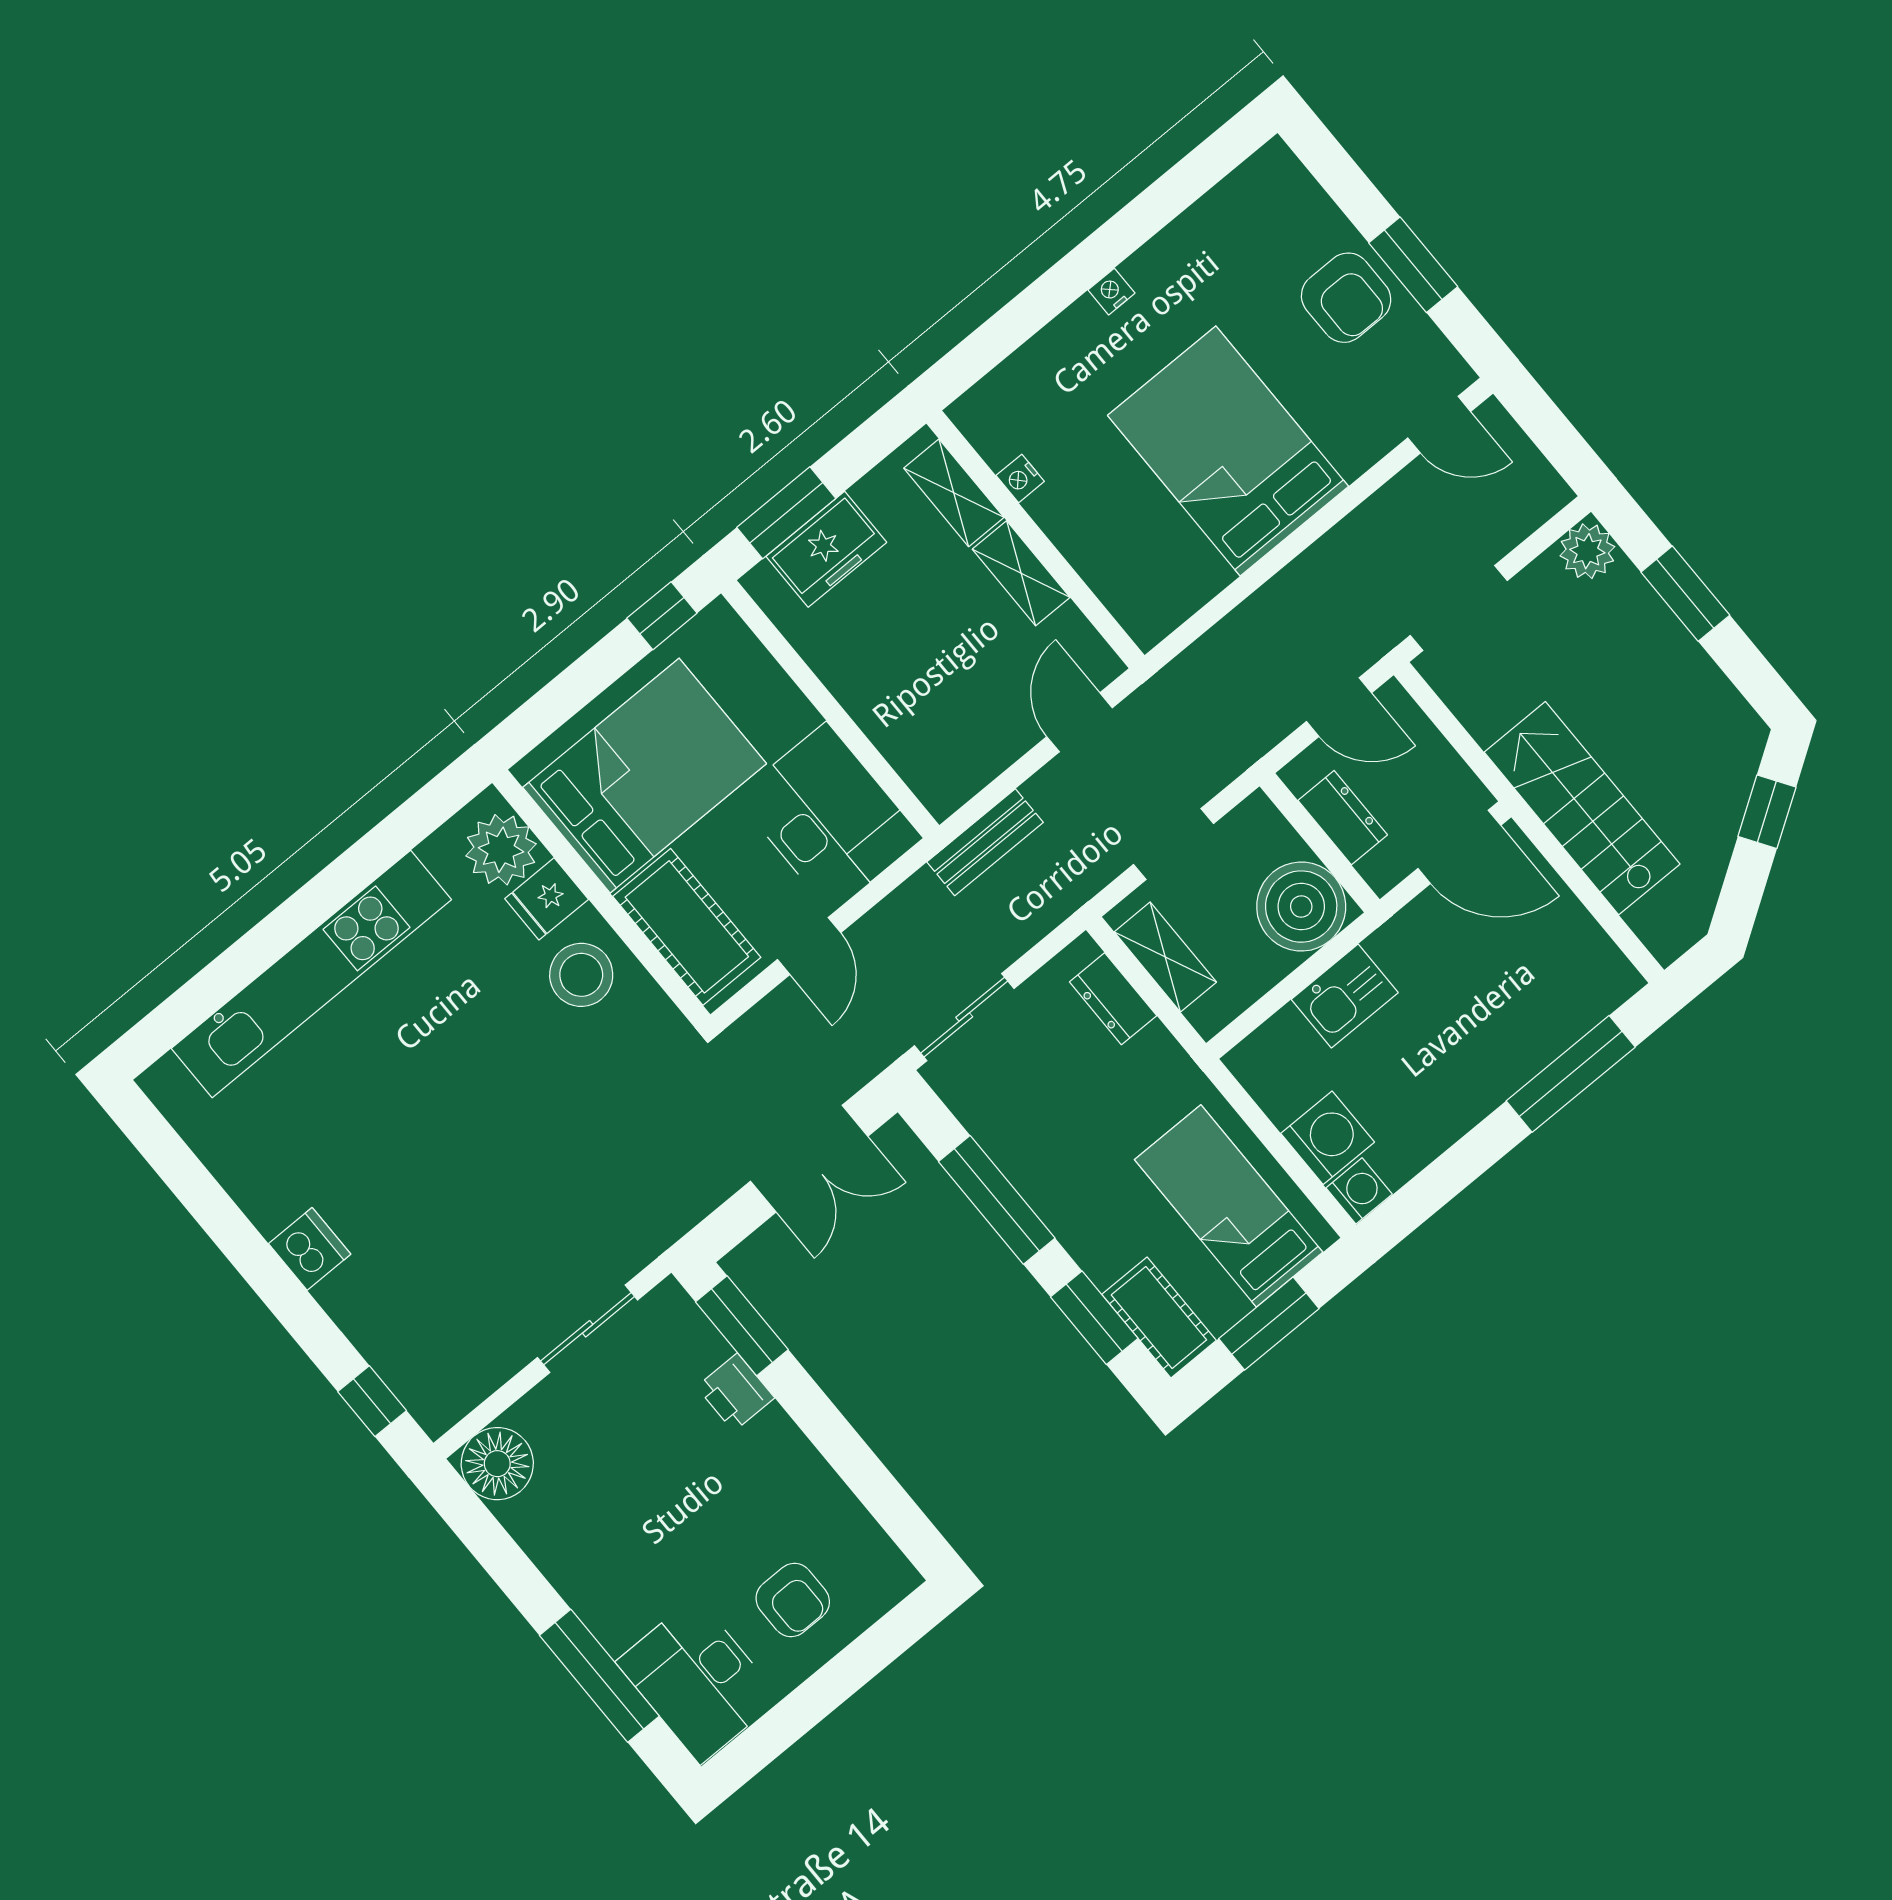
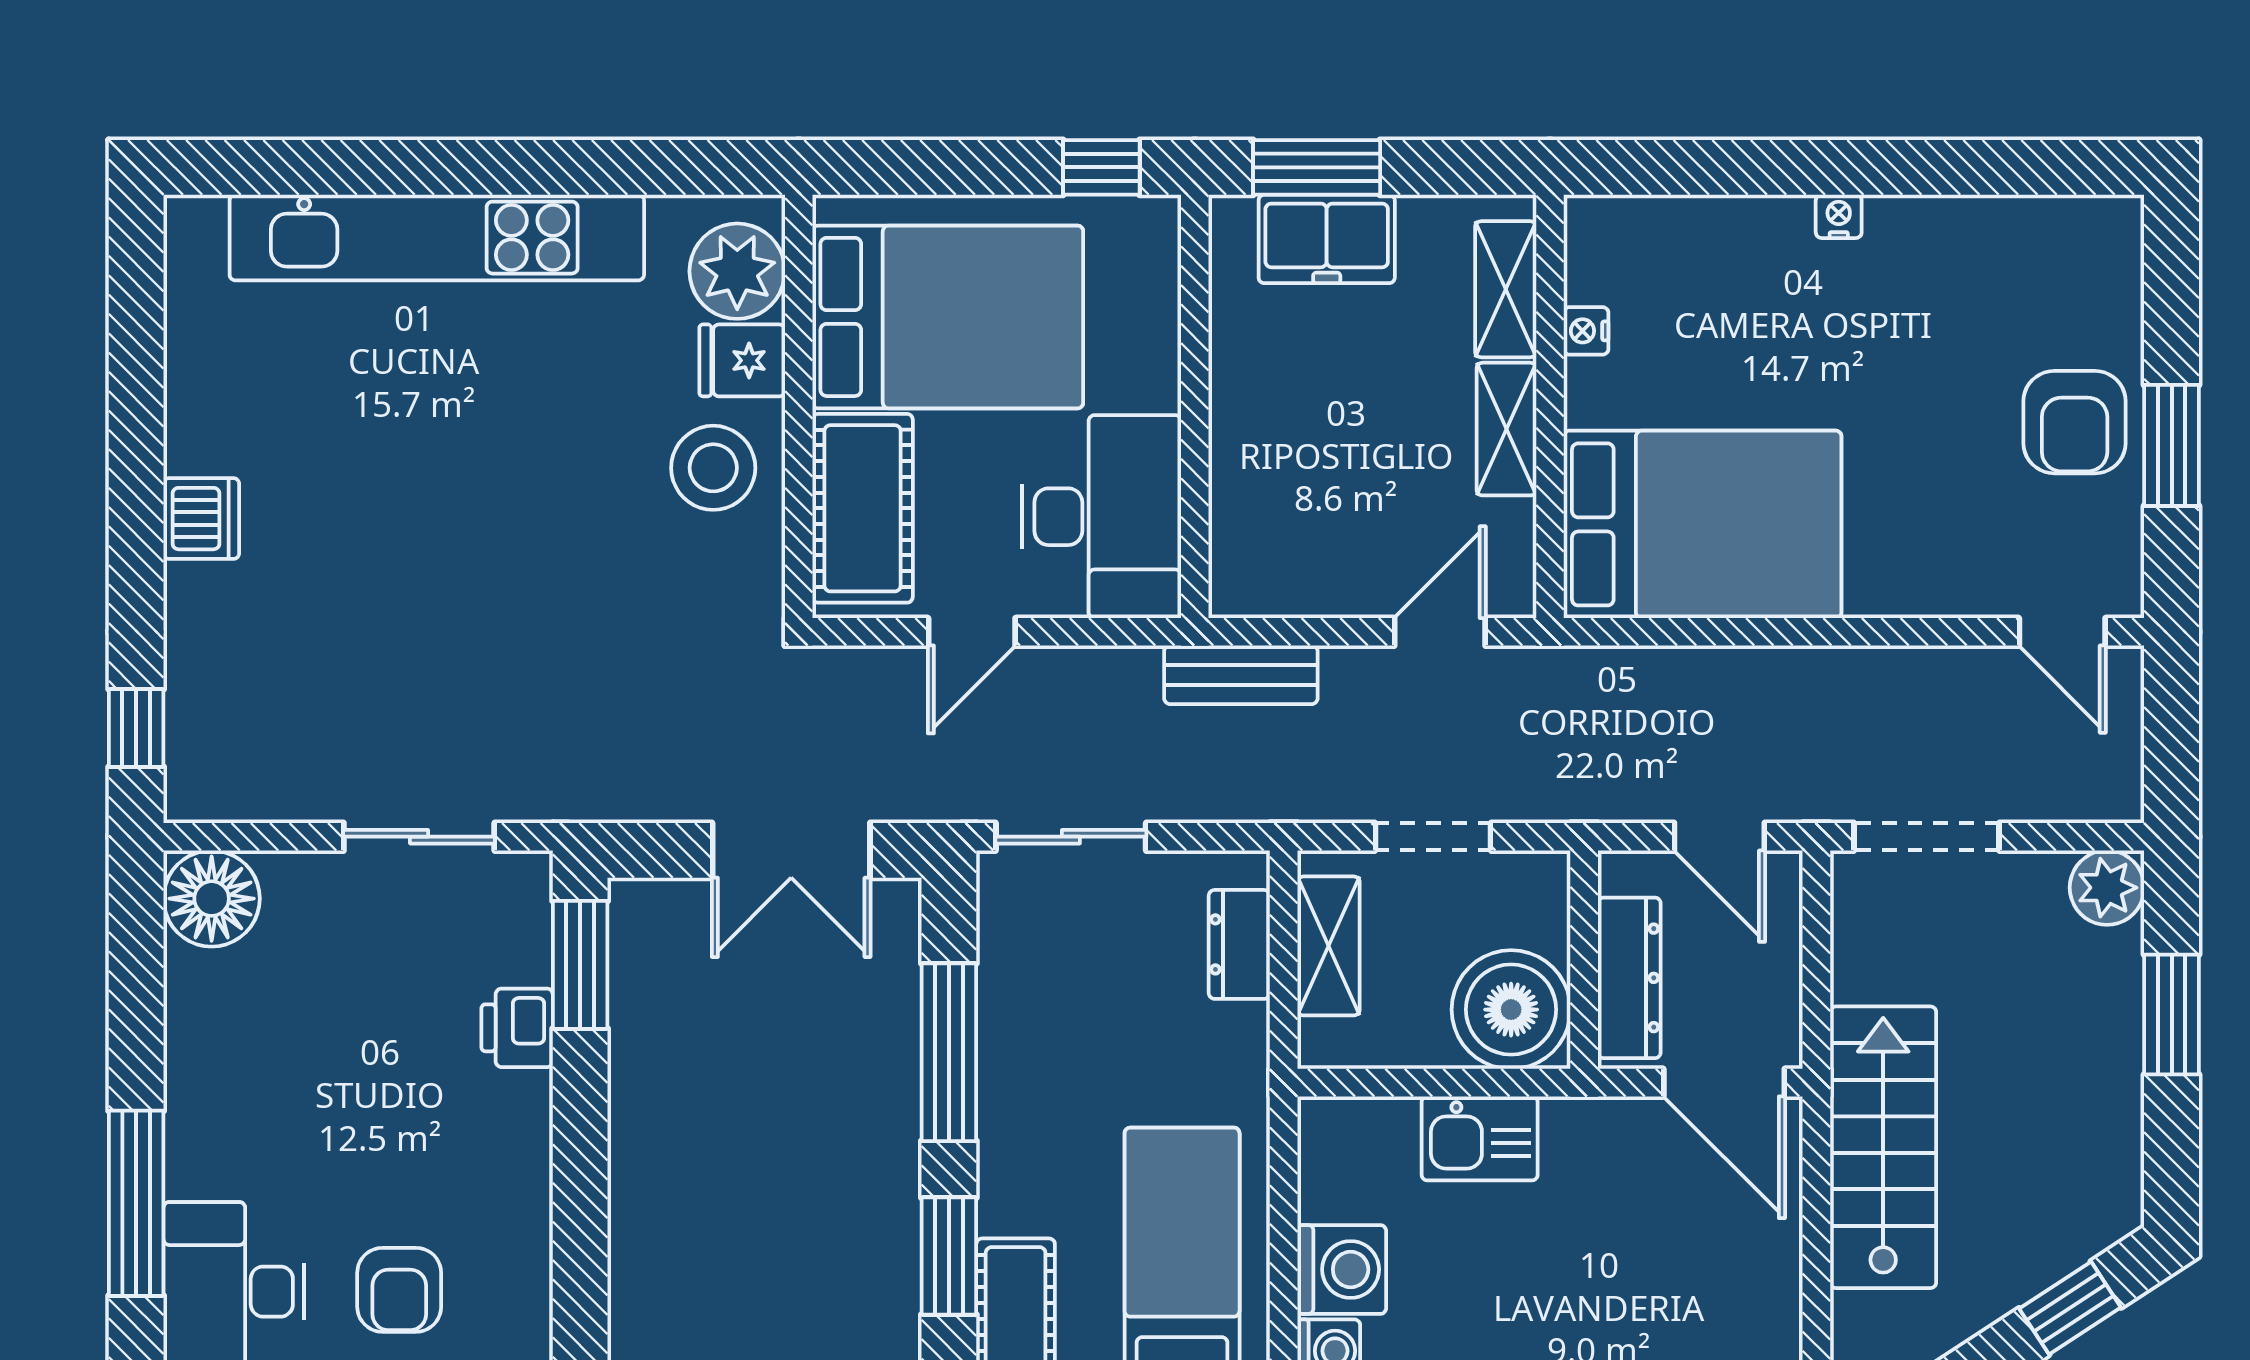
bed: (1228, 451) -> (1703, 524), moved, turned 90
dresser: (1343, 818) -> (1629, 978), width x1.44

